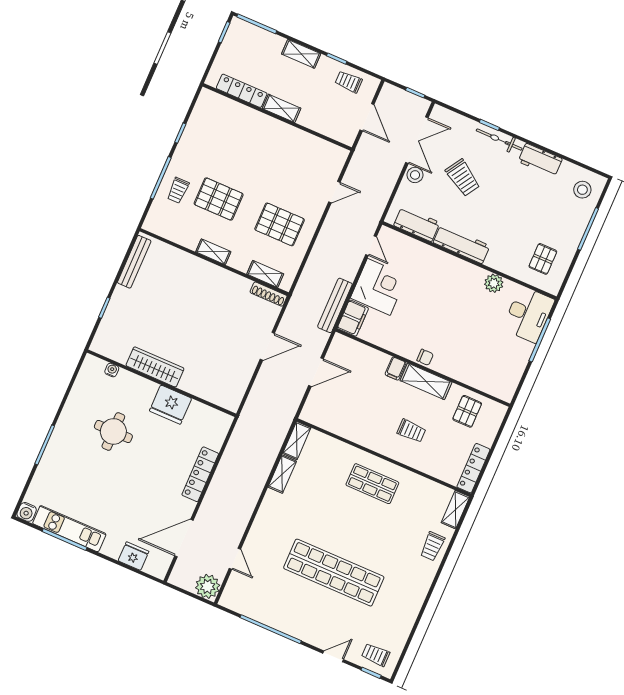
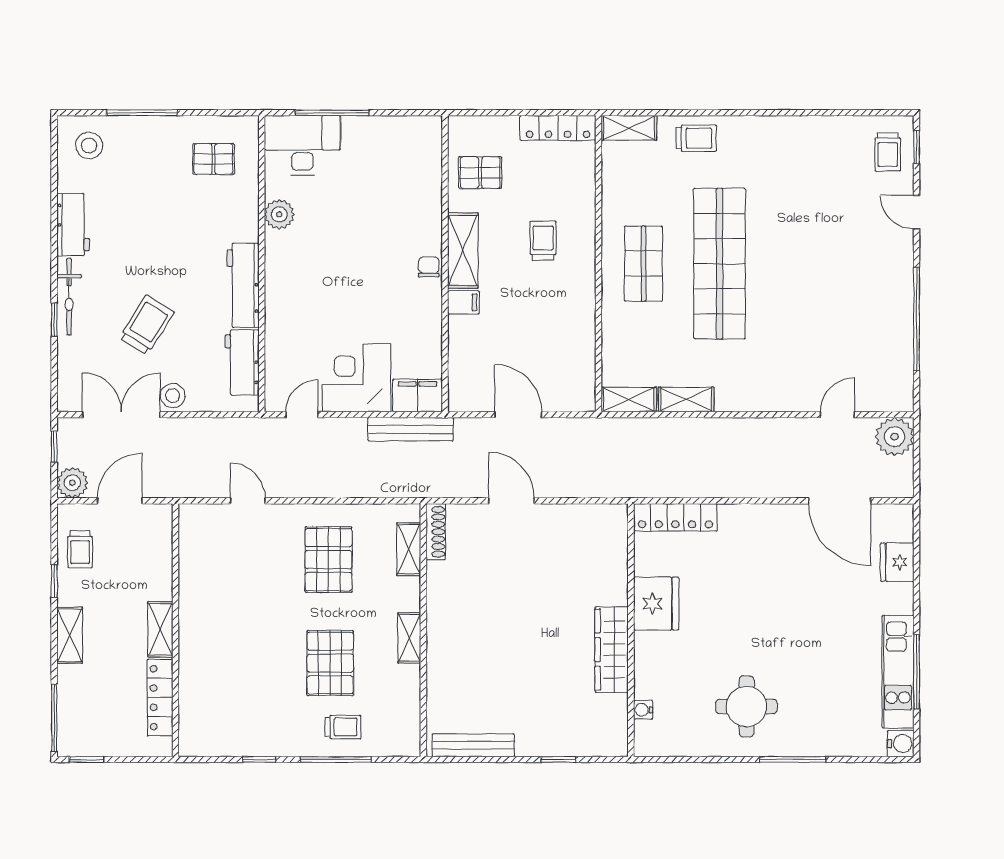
plant: (390, 94) -> (72, 483), added
round table: (113, 431) -> (746, 707), moved
locker: (200, 474) -> (675, 517), moved
shop shelf: (334, 573) -> (720, 264), moved

